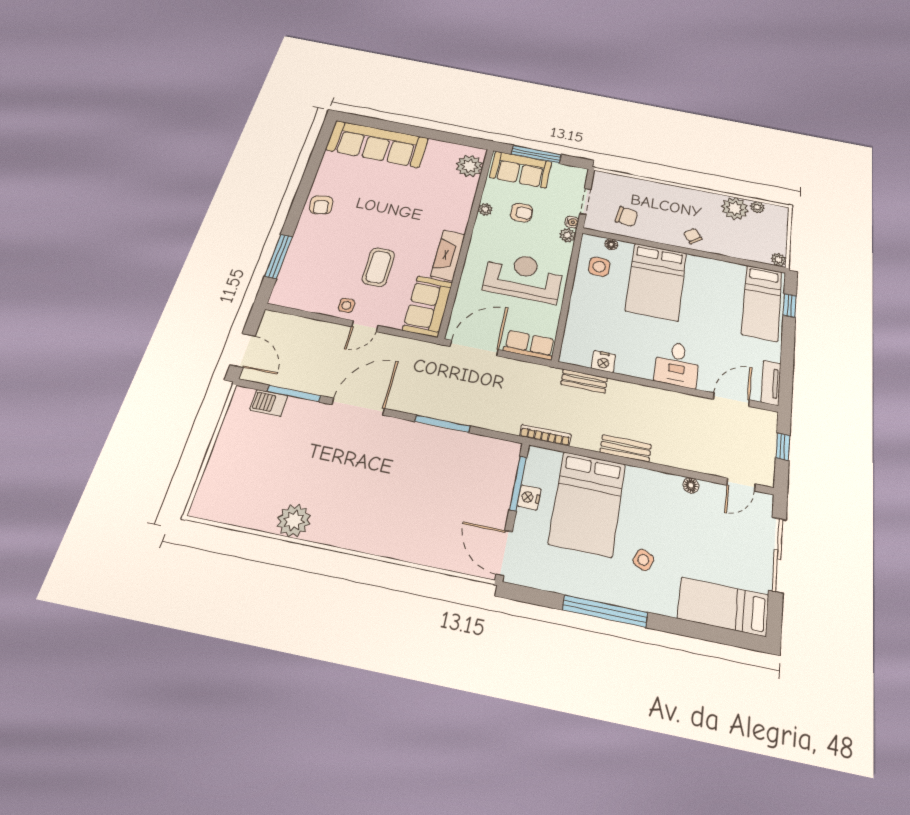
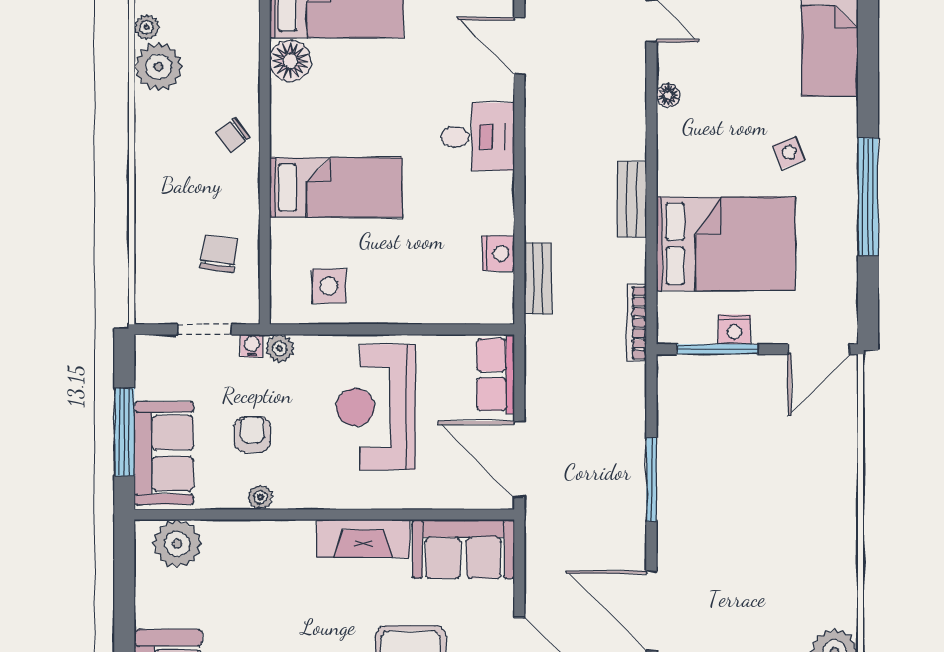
floor lamp: (611, 244) -> (290, 61), moved, width x1.89, depth x1.89
bed: (656, 282) -> (336, 187), width x0.67
side table: (643, 560) -> (789, 152), turned 45

